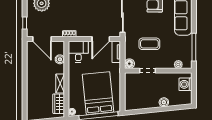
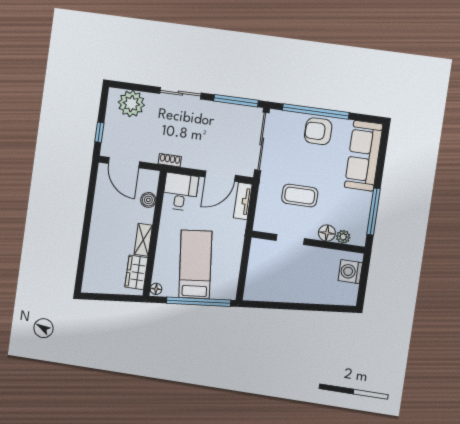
floor lamp: (129, 64) -> (327, 233), moved
bed: (98, 93) -> (195, 264), width x0.67
boiler: (164, 102) -> (310, 296), removed

